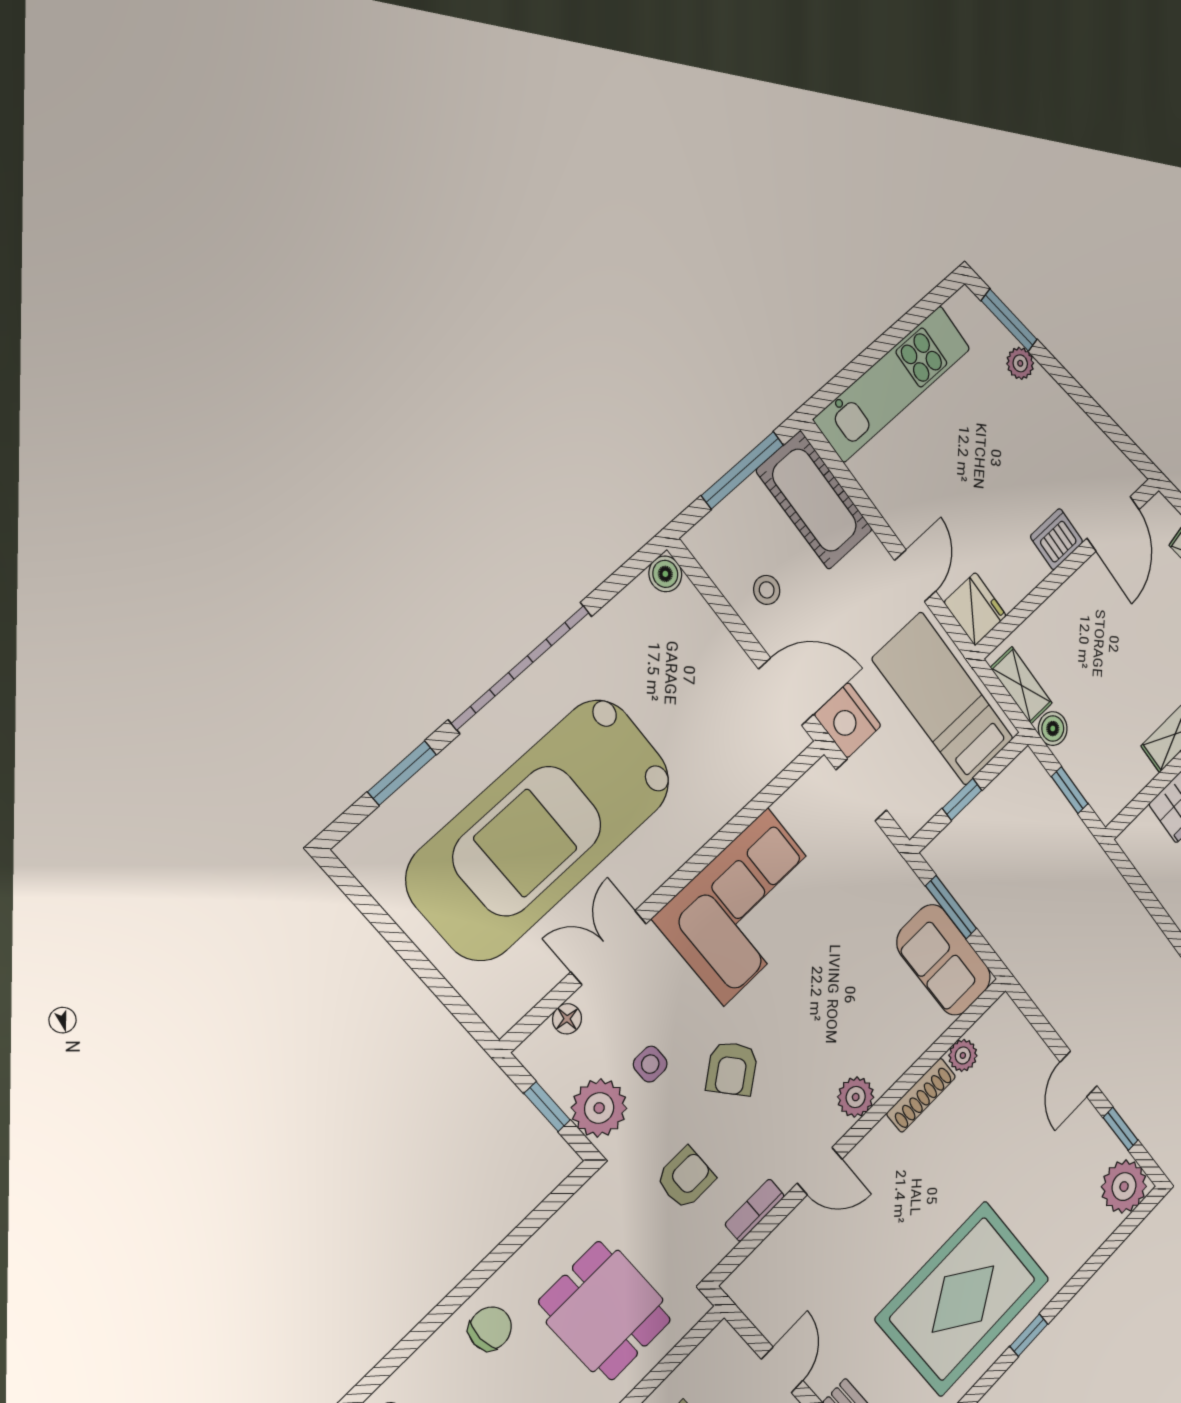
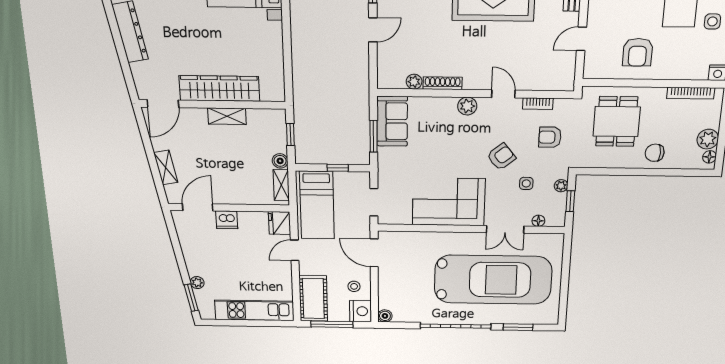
nightstand: (848, 720) -> (360, 311), moved
plant: (599, 1108) -> (561, 186), width x0.53, depth x0.53

